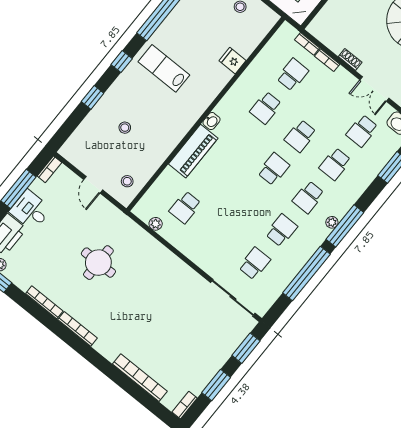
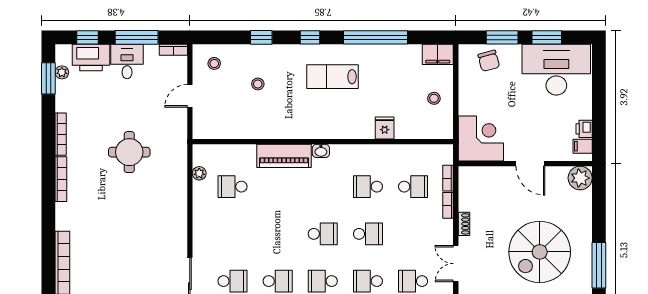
lab bench: (164, 68) -> (333, 77), turned -90
school desk: (300, 136) -> (368, 234), turned 180
stool: (127, 181) -> (214, 63), moved

